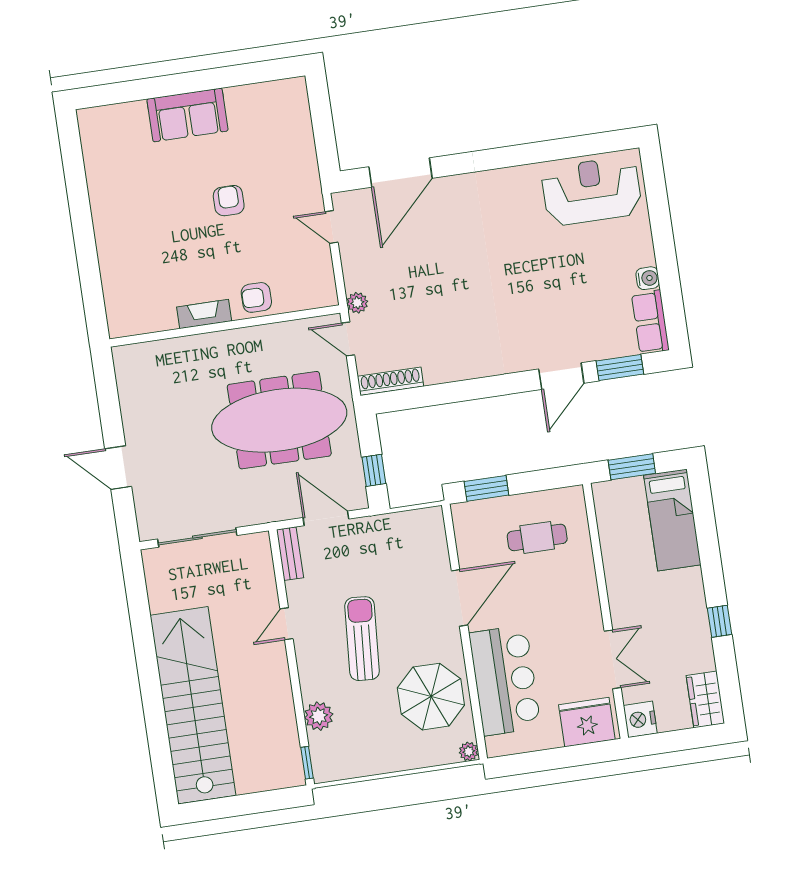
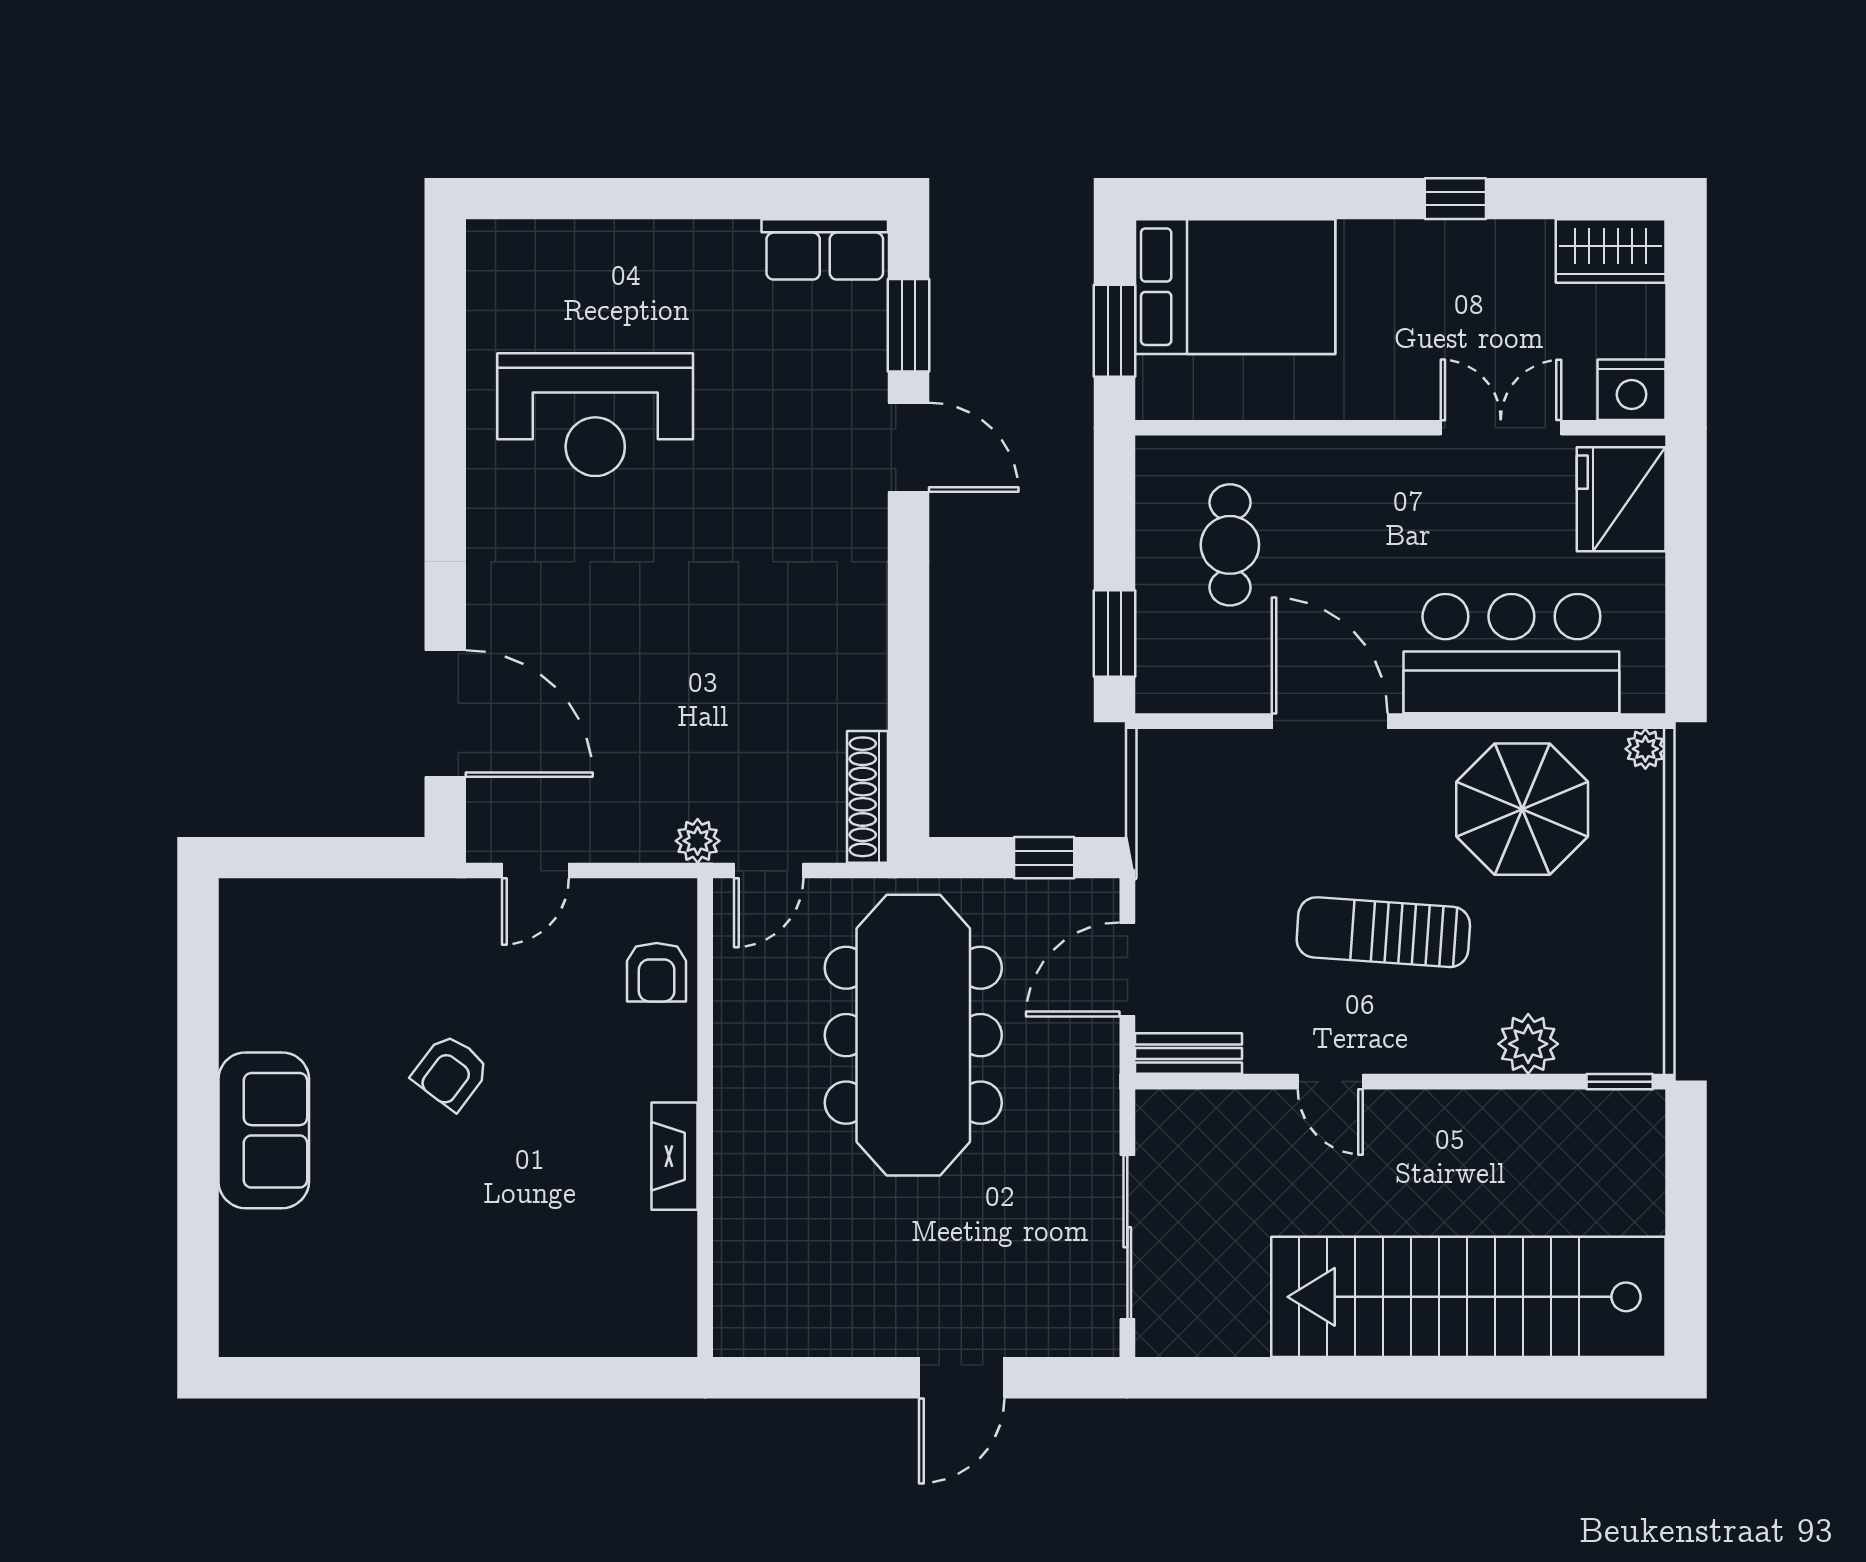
reception desk: (592, 191) -> (595, 415), moved, turned -90
armchair: (229, 201) -> (451, 1072), turned -53
water cooler: (648, 278) -> (735, 242), removed
armchair: (256, 297) -> (657, 972), moved
bed: (672, 520) -> (1235, 287), width x1.50

